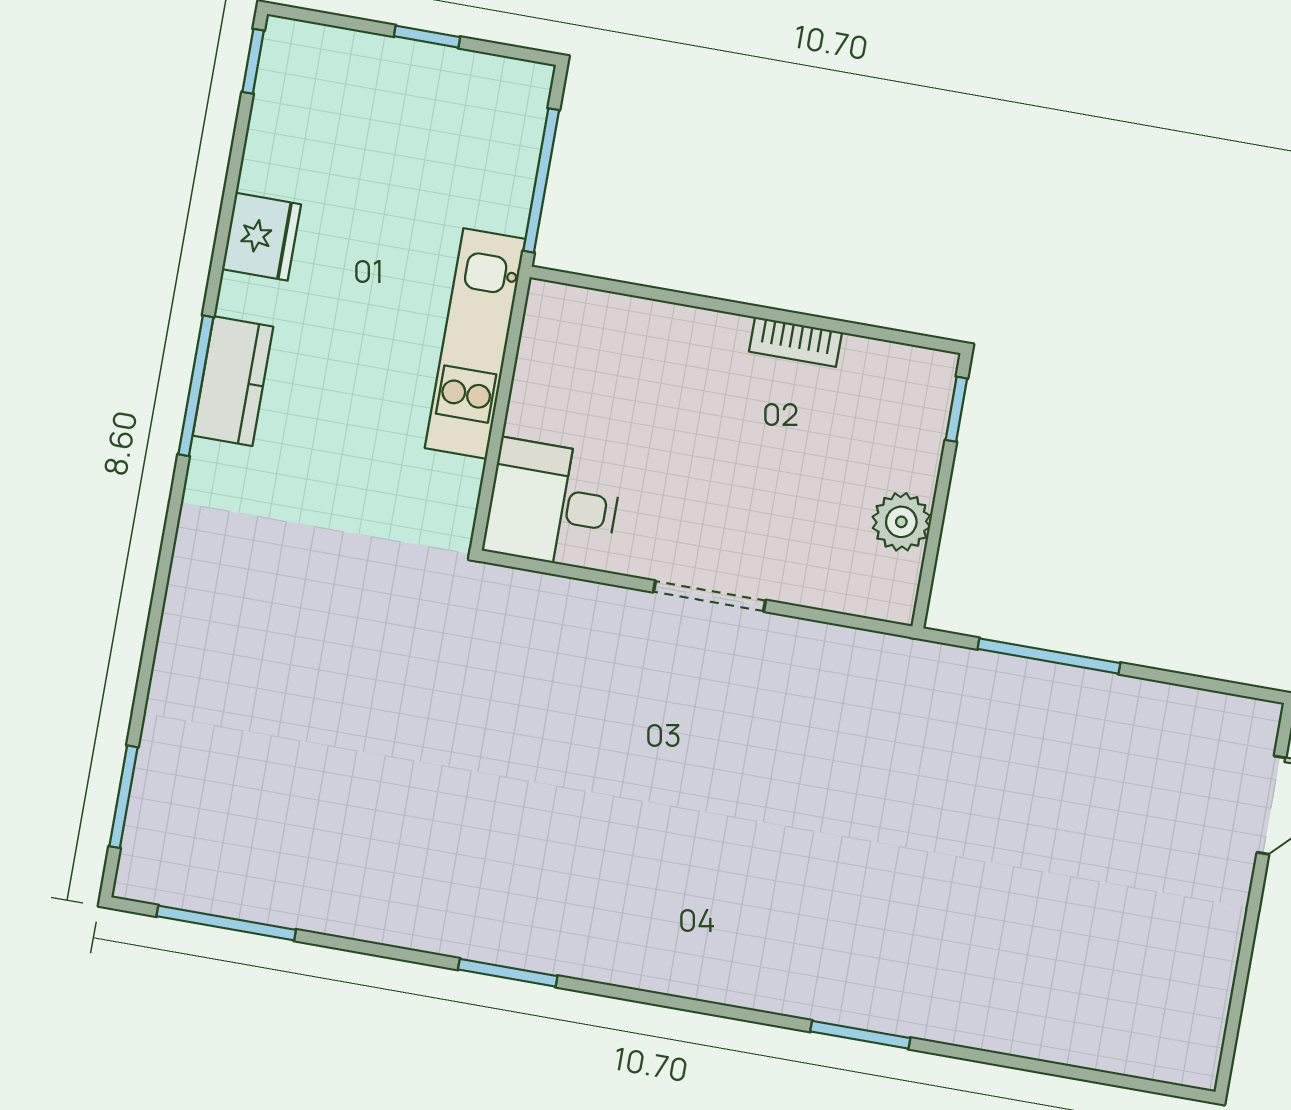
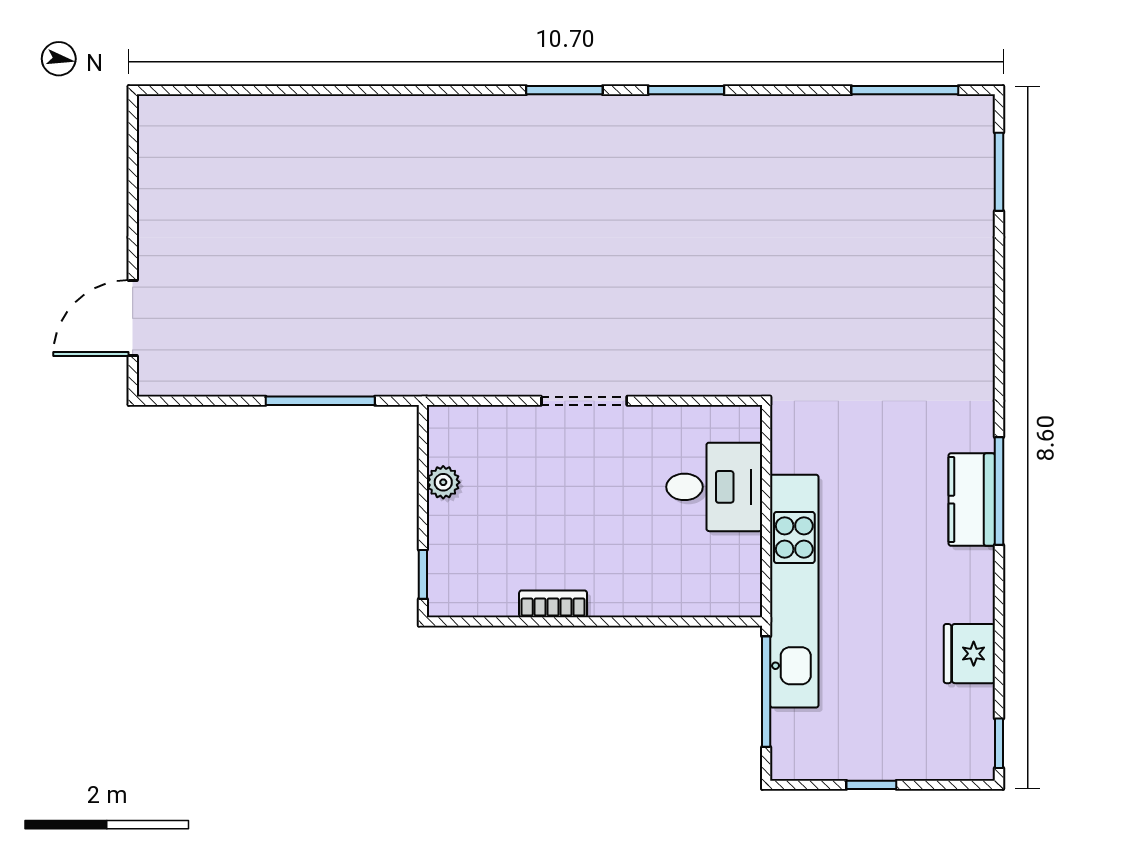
fridge: (262, 237) -> (969, 654), moved
kitchen unit: (475, 343) -> (794, 591), width x1.36
desk: (553, 504) -> (714, 487), moved
plant: (901, 522) -> (443, 482), width x0.73, depth x0.73
window: (860, 1035) -> (564, 90), moved

